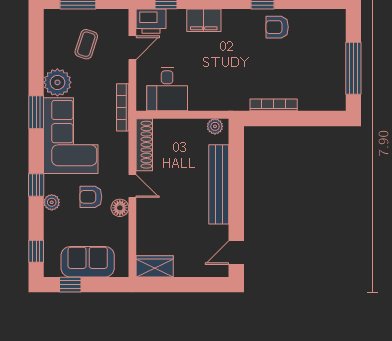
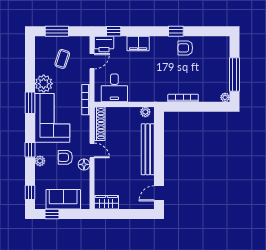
plant: (339, 104) -> (225, 97), added

